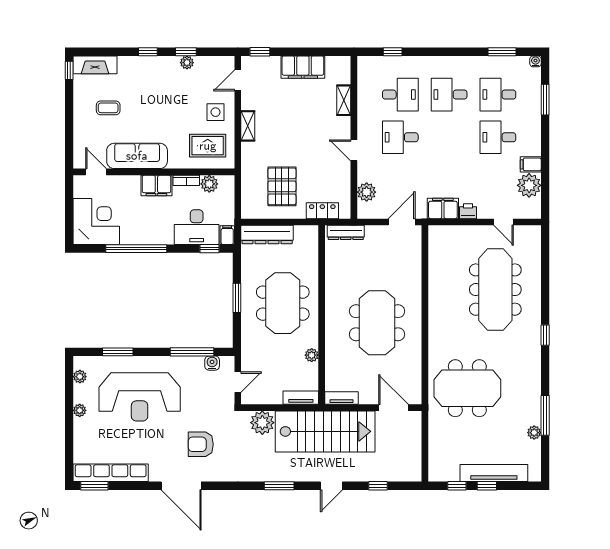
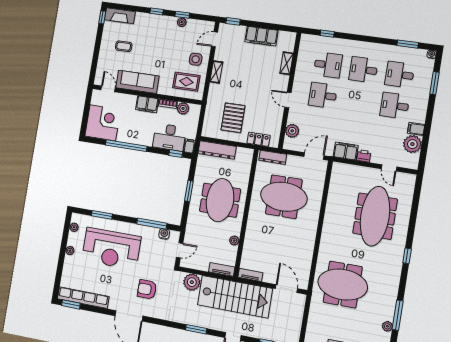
meeting table: (377, 323) -> (284, 197), moved, turned 90

